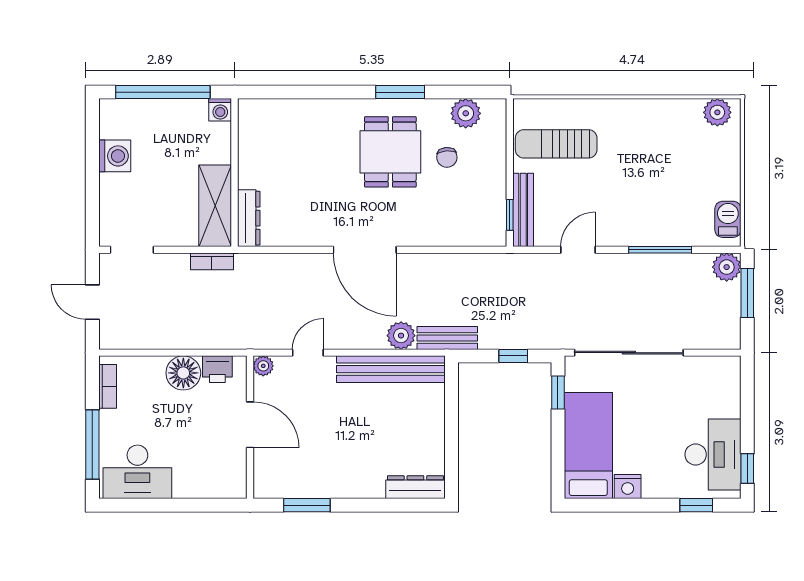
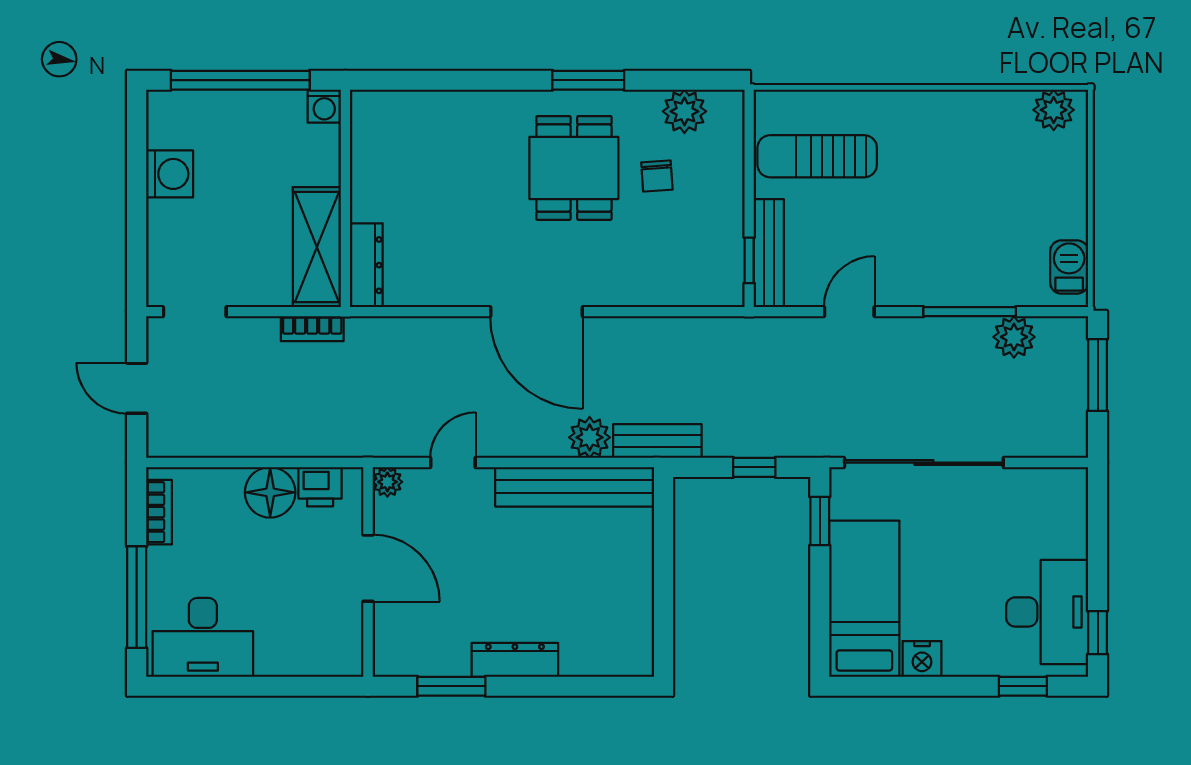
plant: (727, 267) -> (1014, 337), moved
dresser: (415, 487) -> (515, 660), moved

